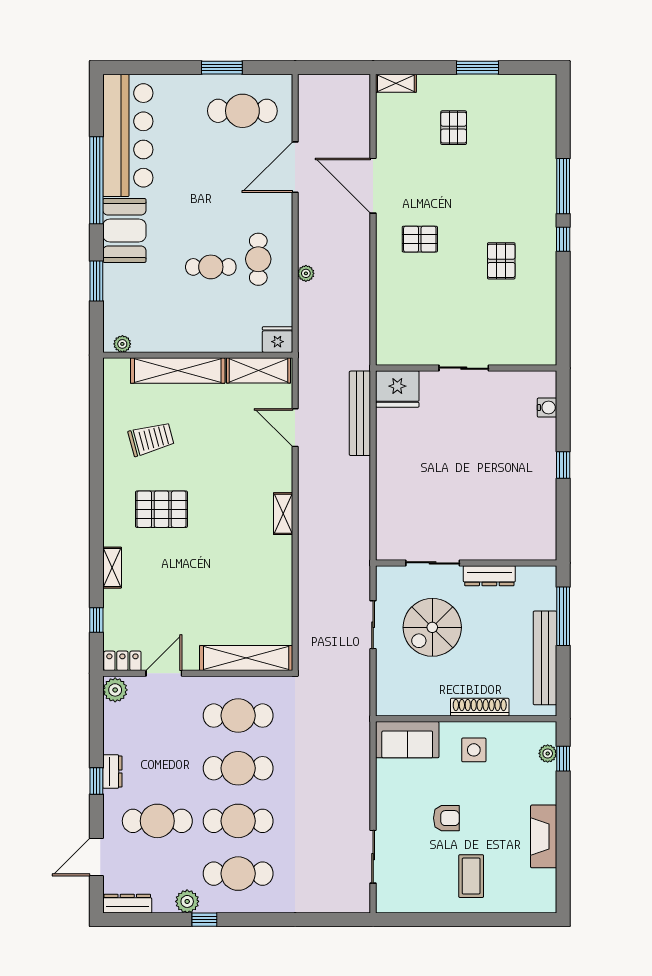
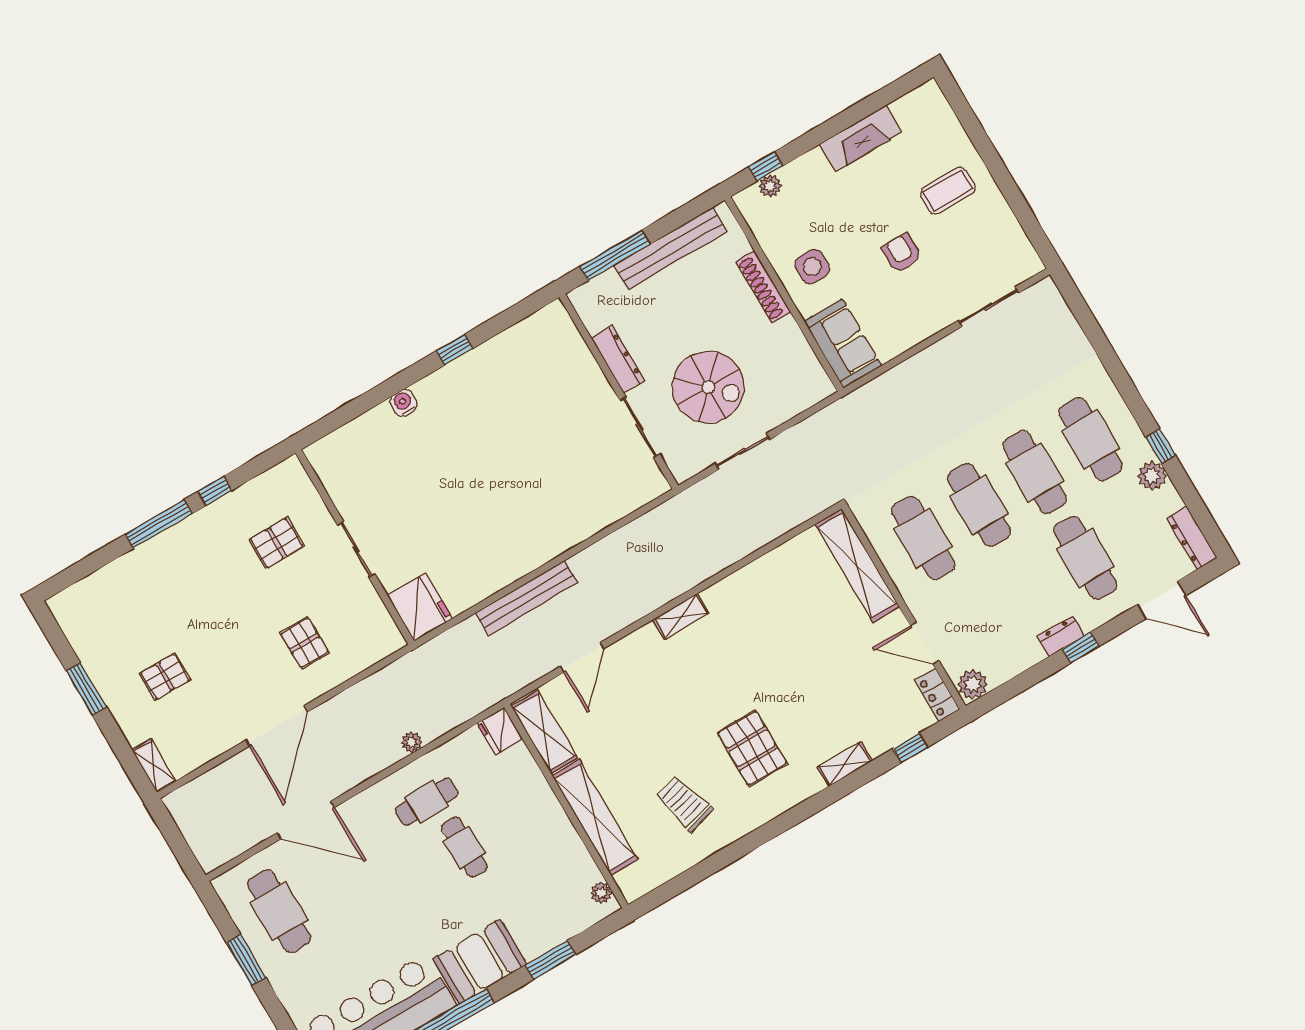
sliding door: (464, 368) -> (356, 550), moved
wall: (466, 368) -> (355, 547), moved
fridge: (397, 389) -> (420, 607), moved

